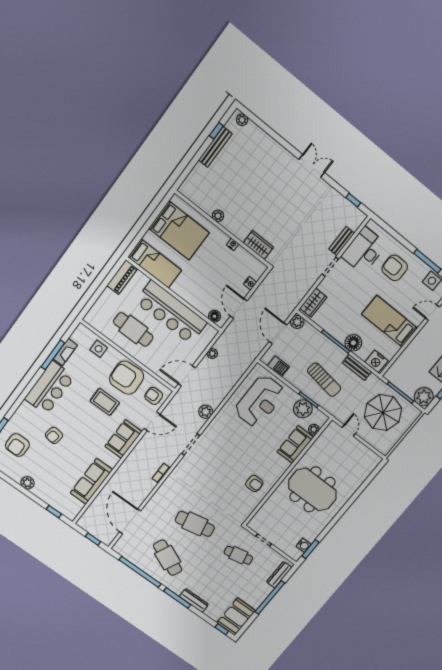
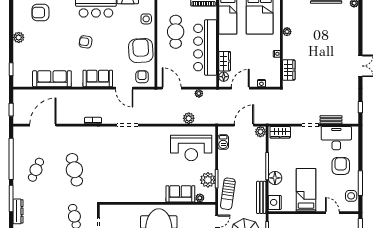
wardrobe: (200, 303) -> (225, 61), added
bench: (357, 367) -> (261, 197), width x1.36
sun lounger: (324, 380) -> (228, 194), moved
rug: (105, 402) -> (114, 48), removed
plant: (206, 412) -> (189, 118), moved
armchair: (54, 435) -> (86, 42), moved
armchair: (254, 484) -> (133, 188), removed
cafe table: (168, 558) -> (36, 170), width x0.73, depth x0.74

